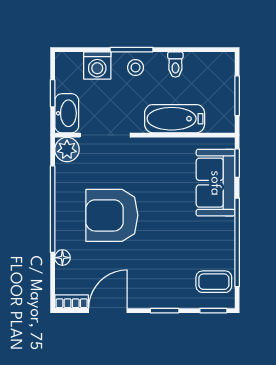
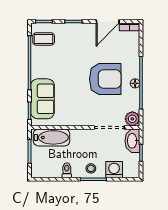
bathtub: (175, 119) -> (52, 137), moved
floor lamp: (62, 258) -> (135, 83), moved

